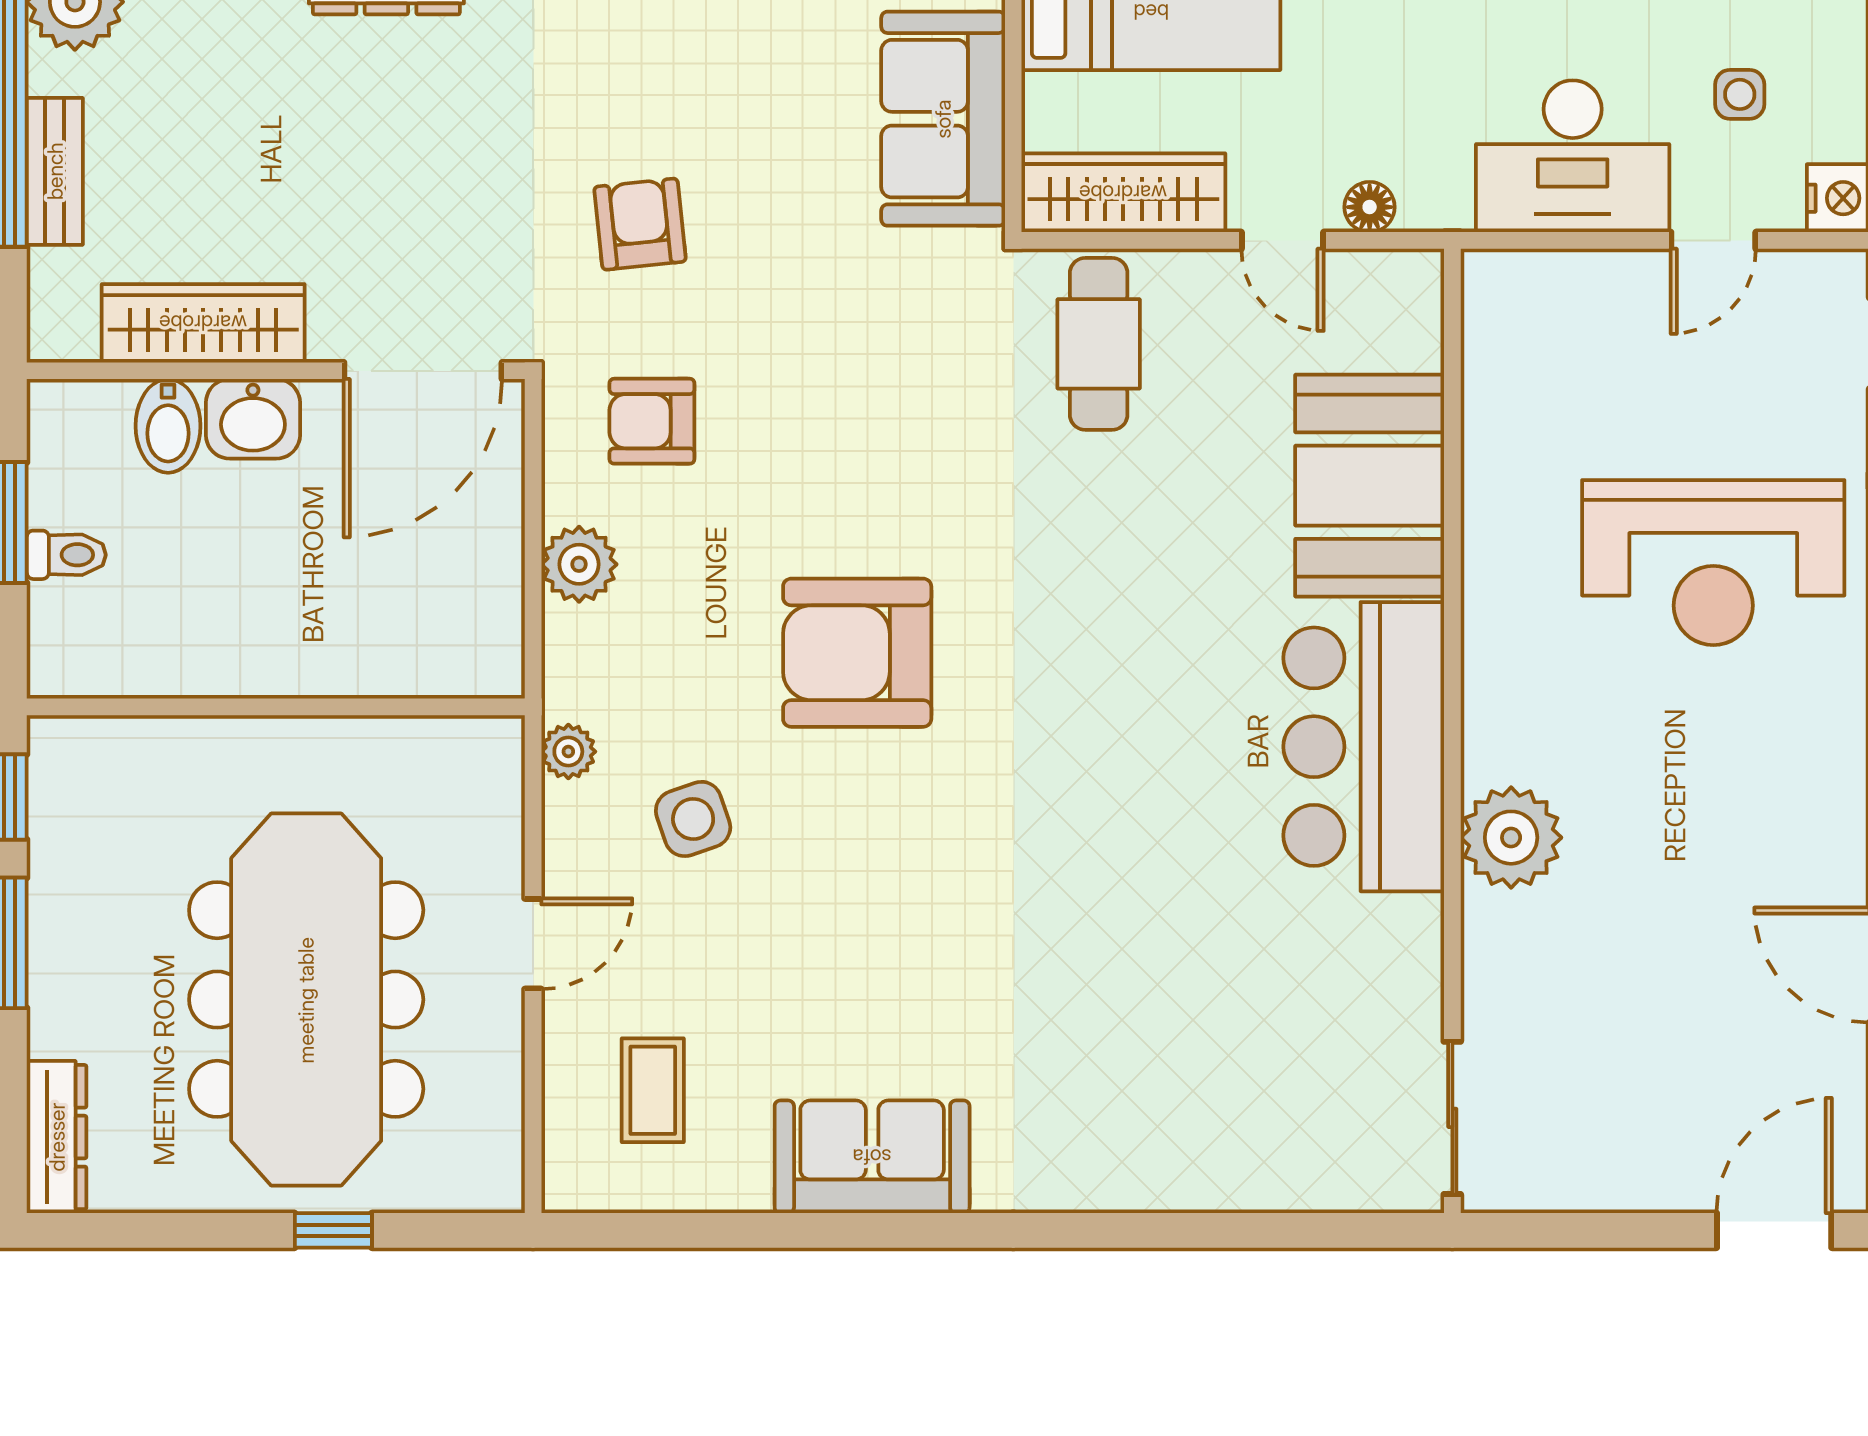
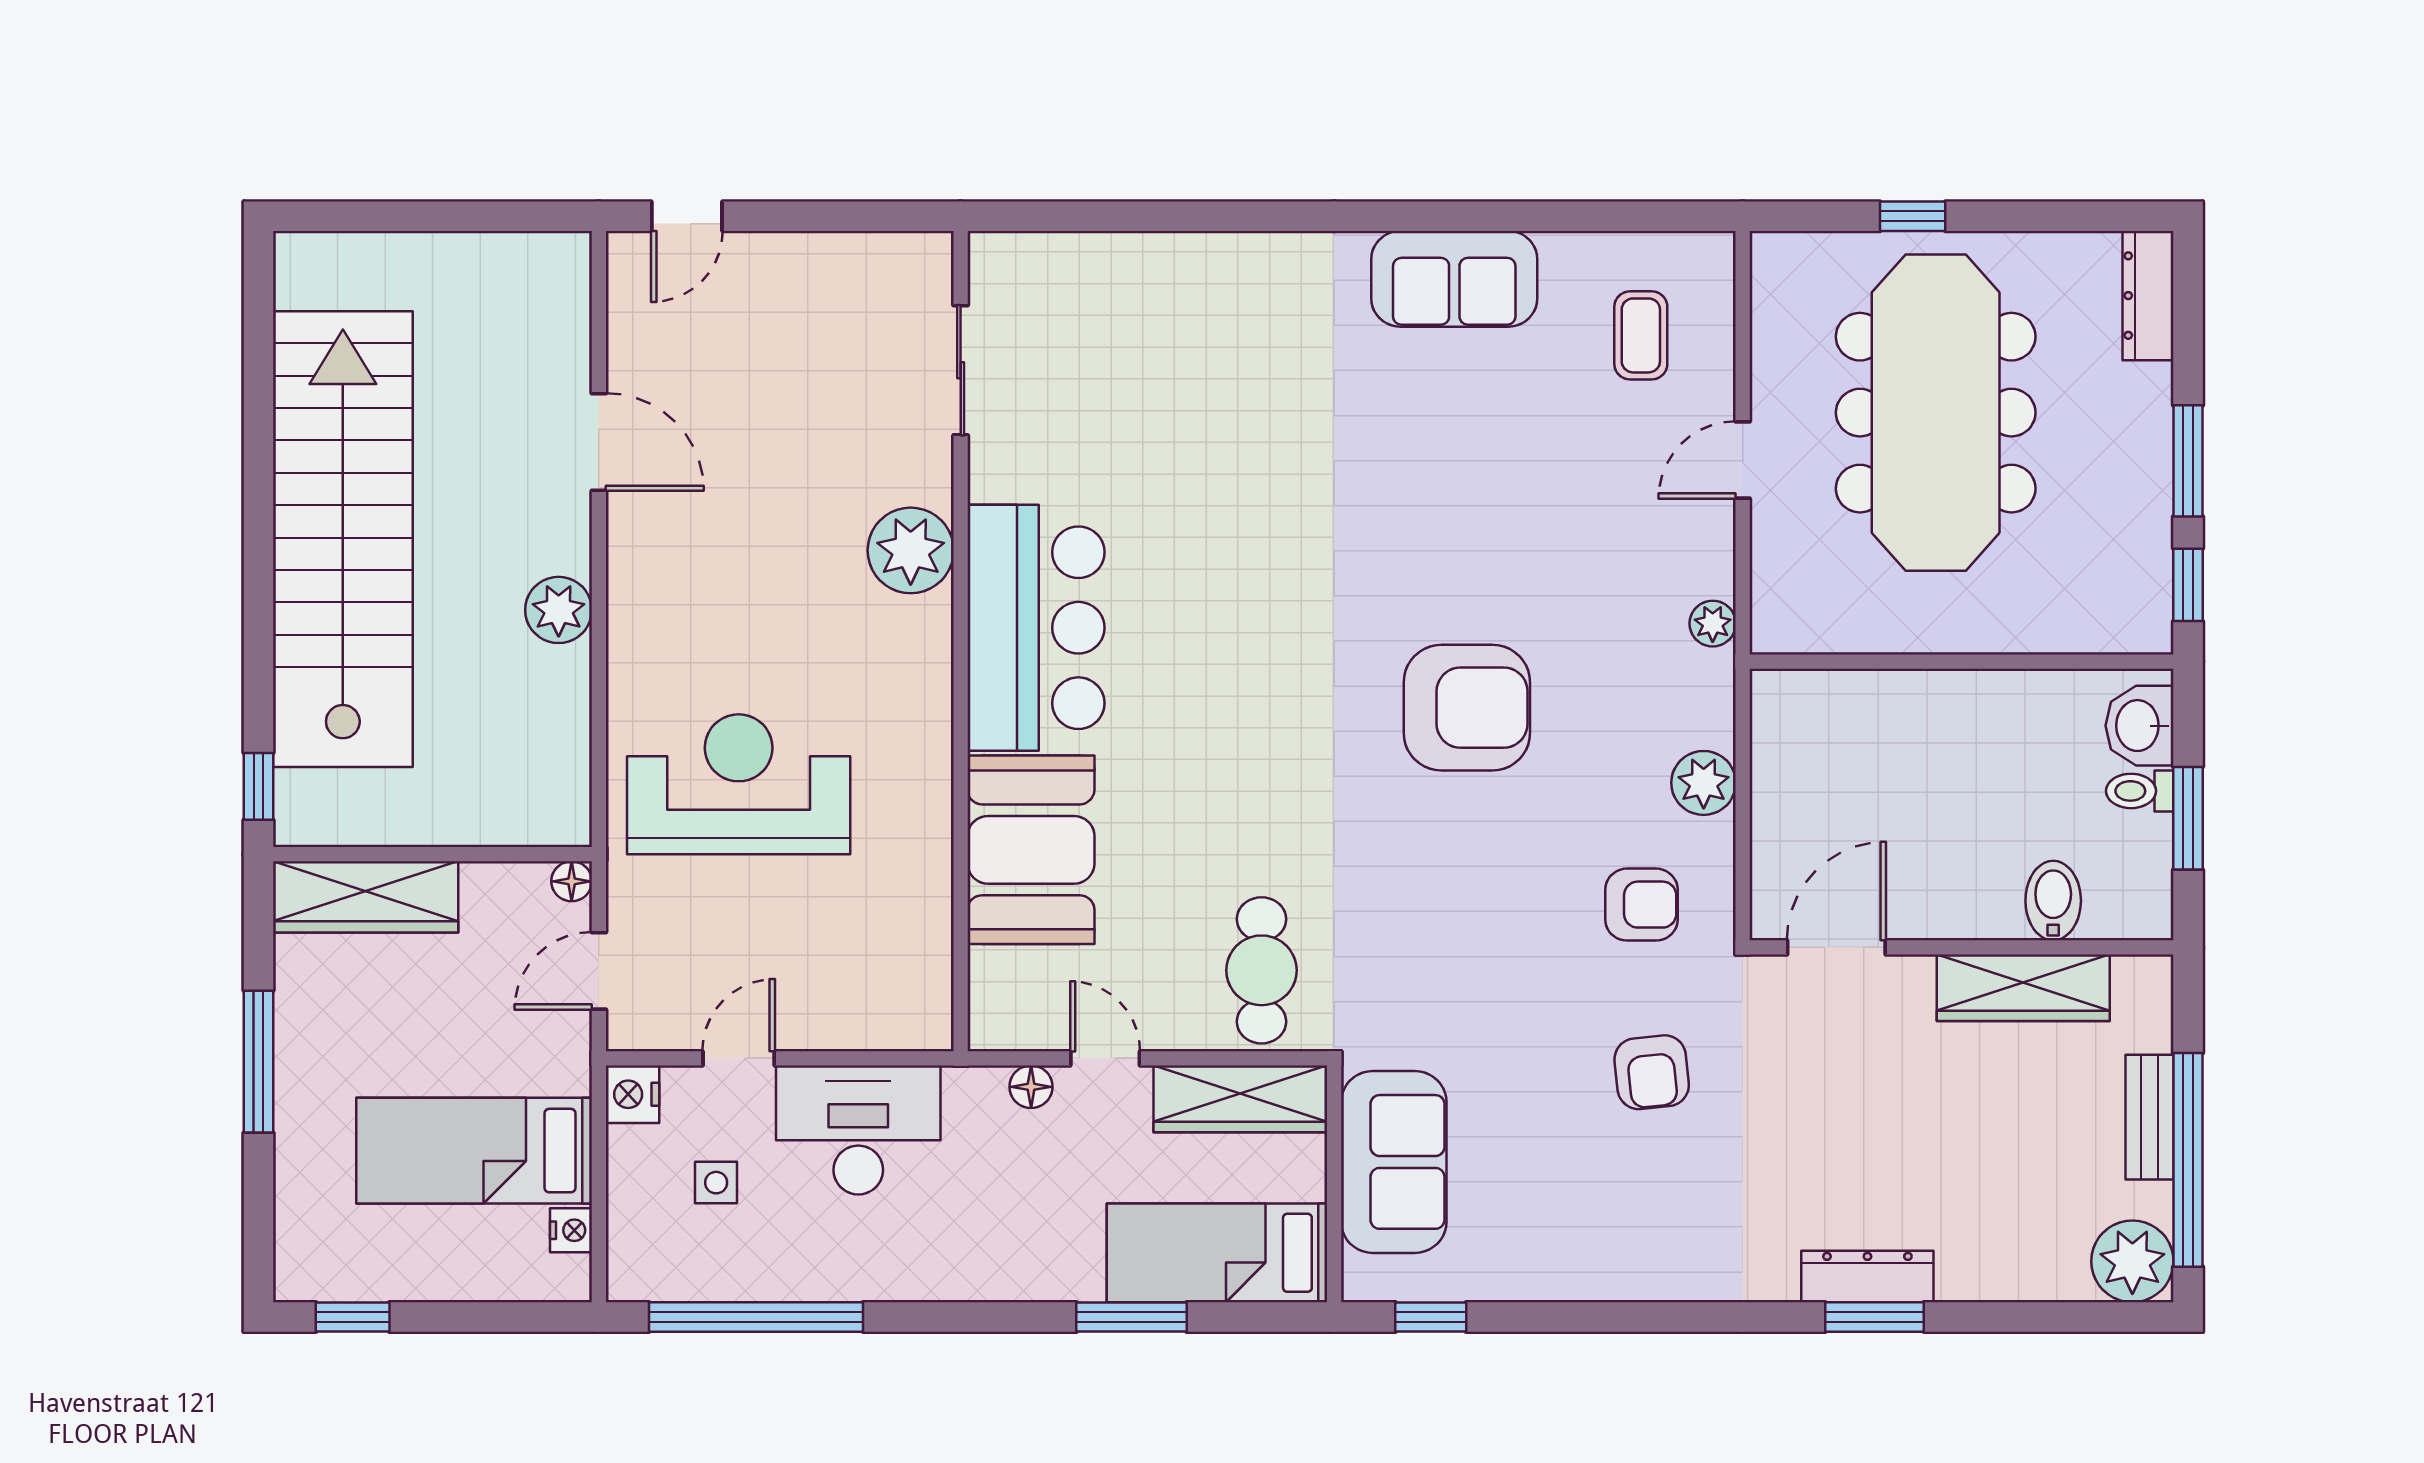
door: (423, 371) -> (1836, 947), width x0.73
washbasin: (253, 419) -> (2139, 726), moved, turned -90
side table: (693, 819) -> (1607, 566), removed
sliding door: (1452, 1118) -> (961, 370), moved
door: (1774, 1230) -> (687, 216), width x0.73

